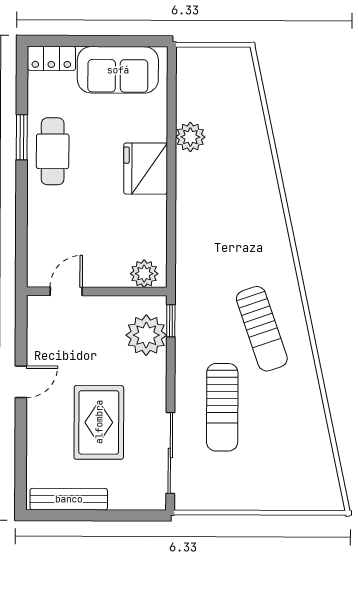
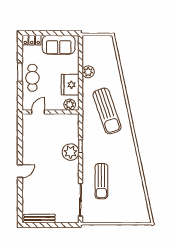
plant: (144, 274) -> (70, 105), moved
door: (66, 291) -> (38, 112), moved
wall: (97, 291) -> (50, 112), moved
sun lounger: (262, 329) -> (107, 111), moved, width x1.36, depth x1.34
rug: (99, 422) -> (51, 187), removed

